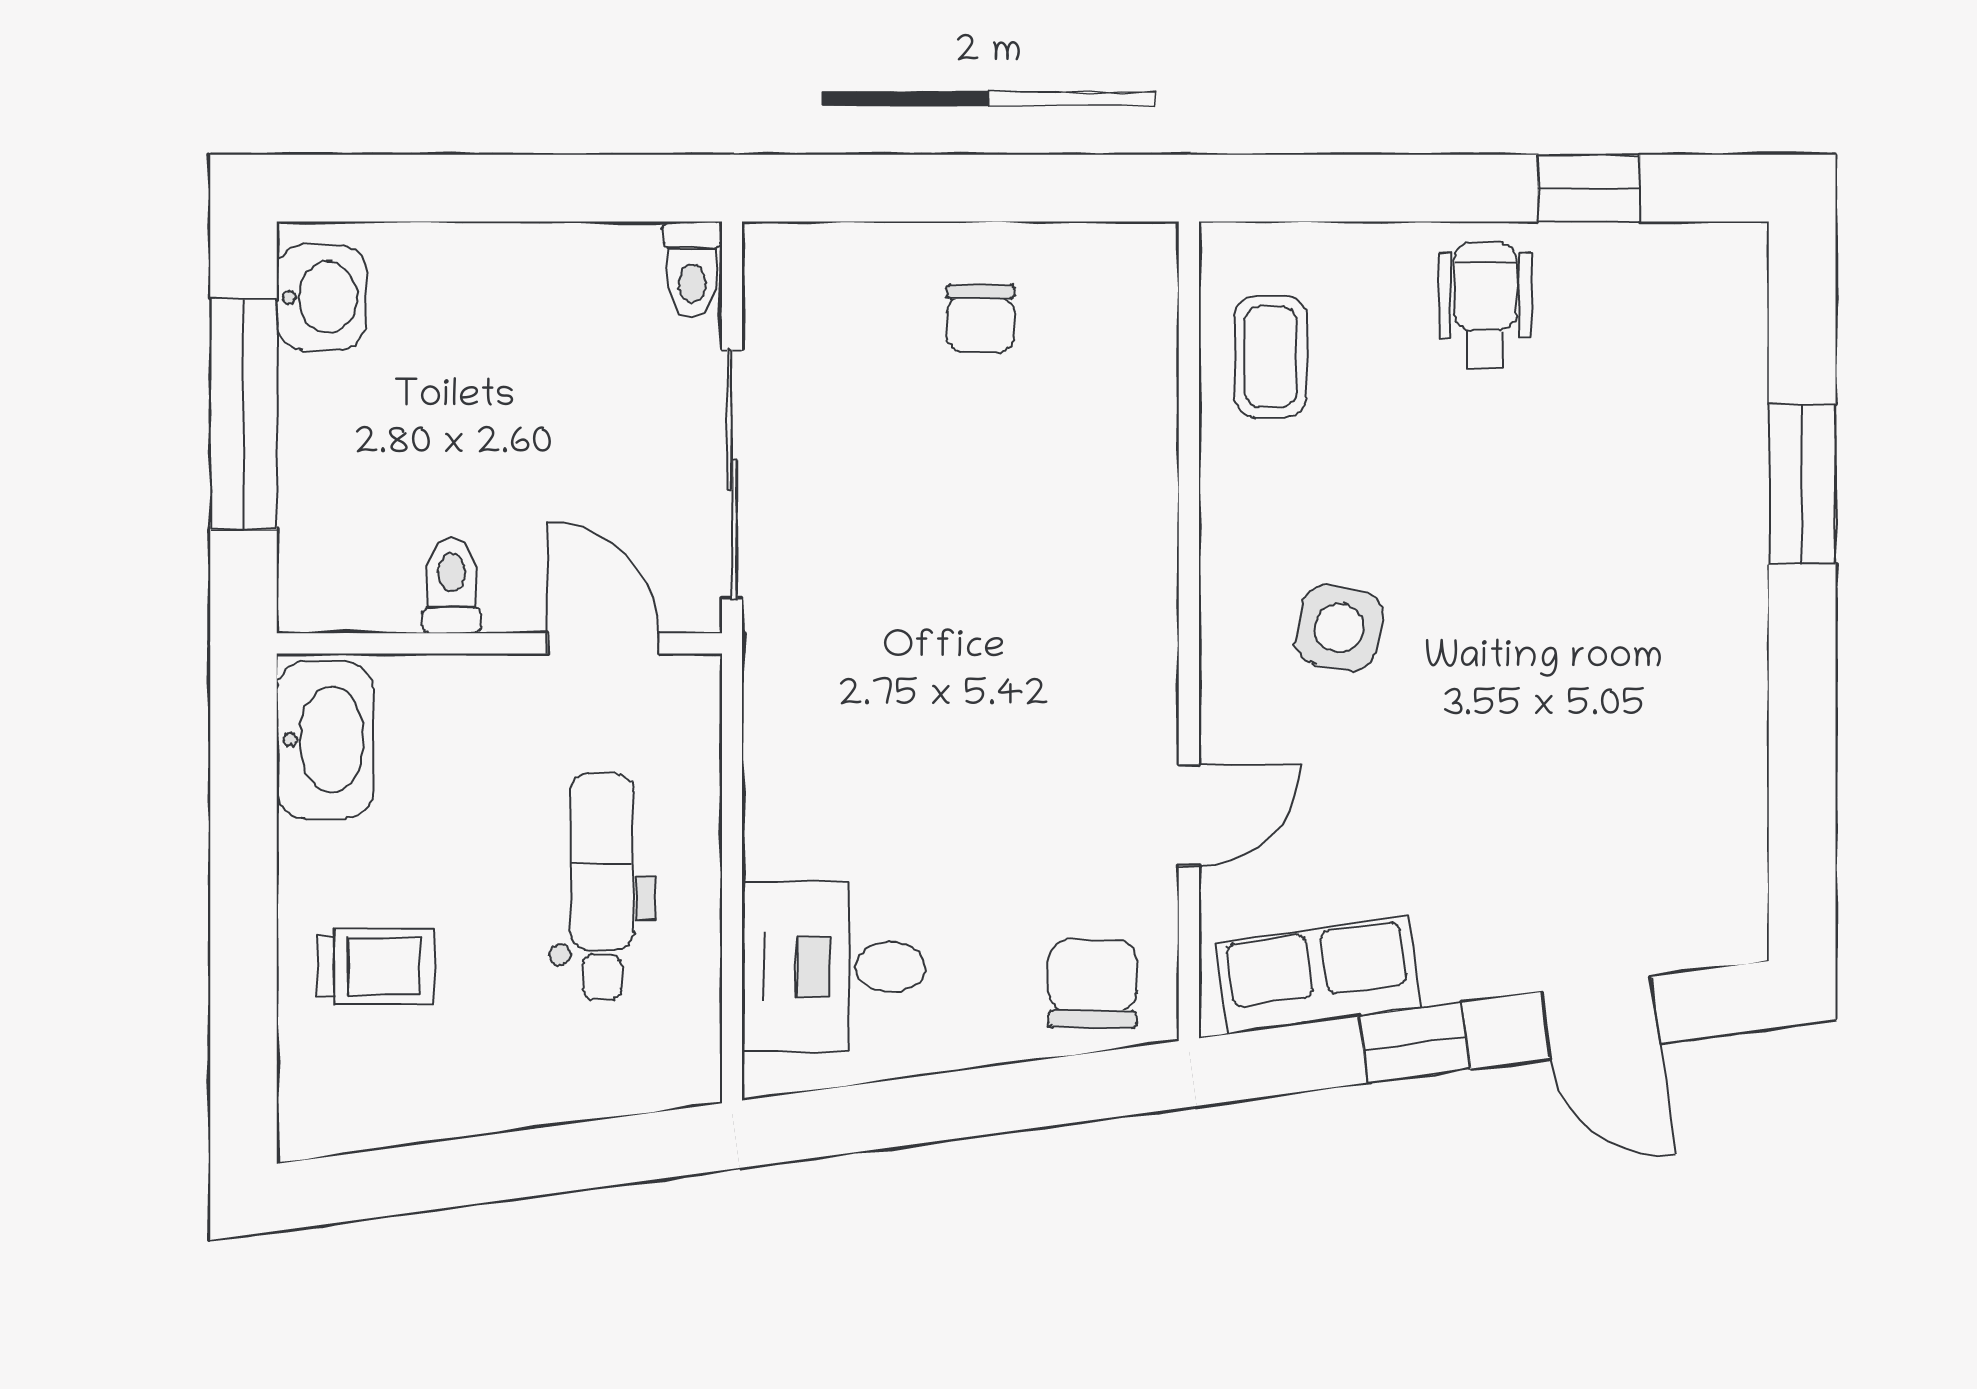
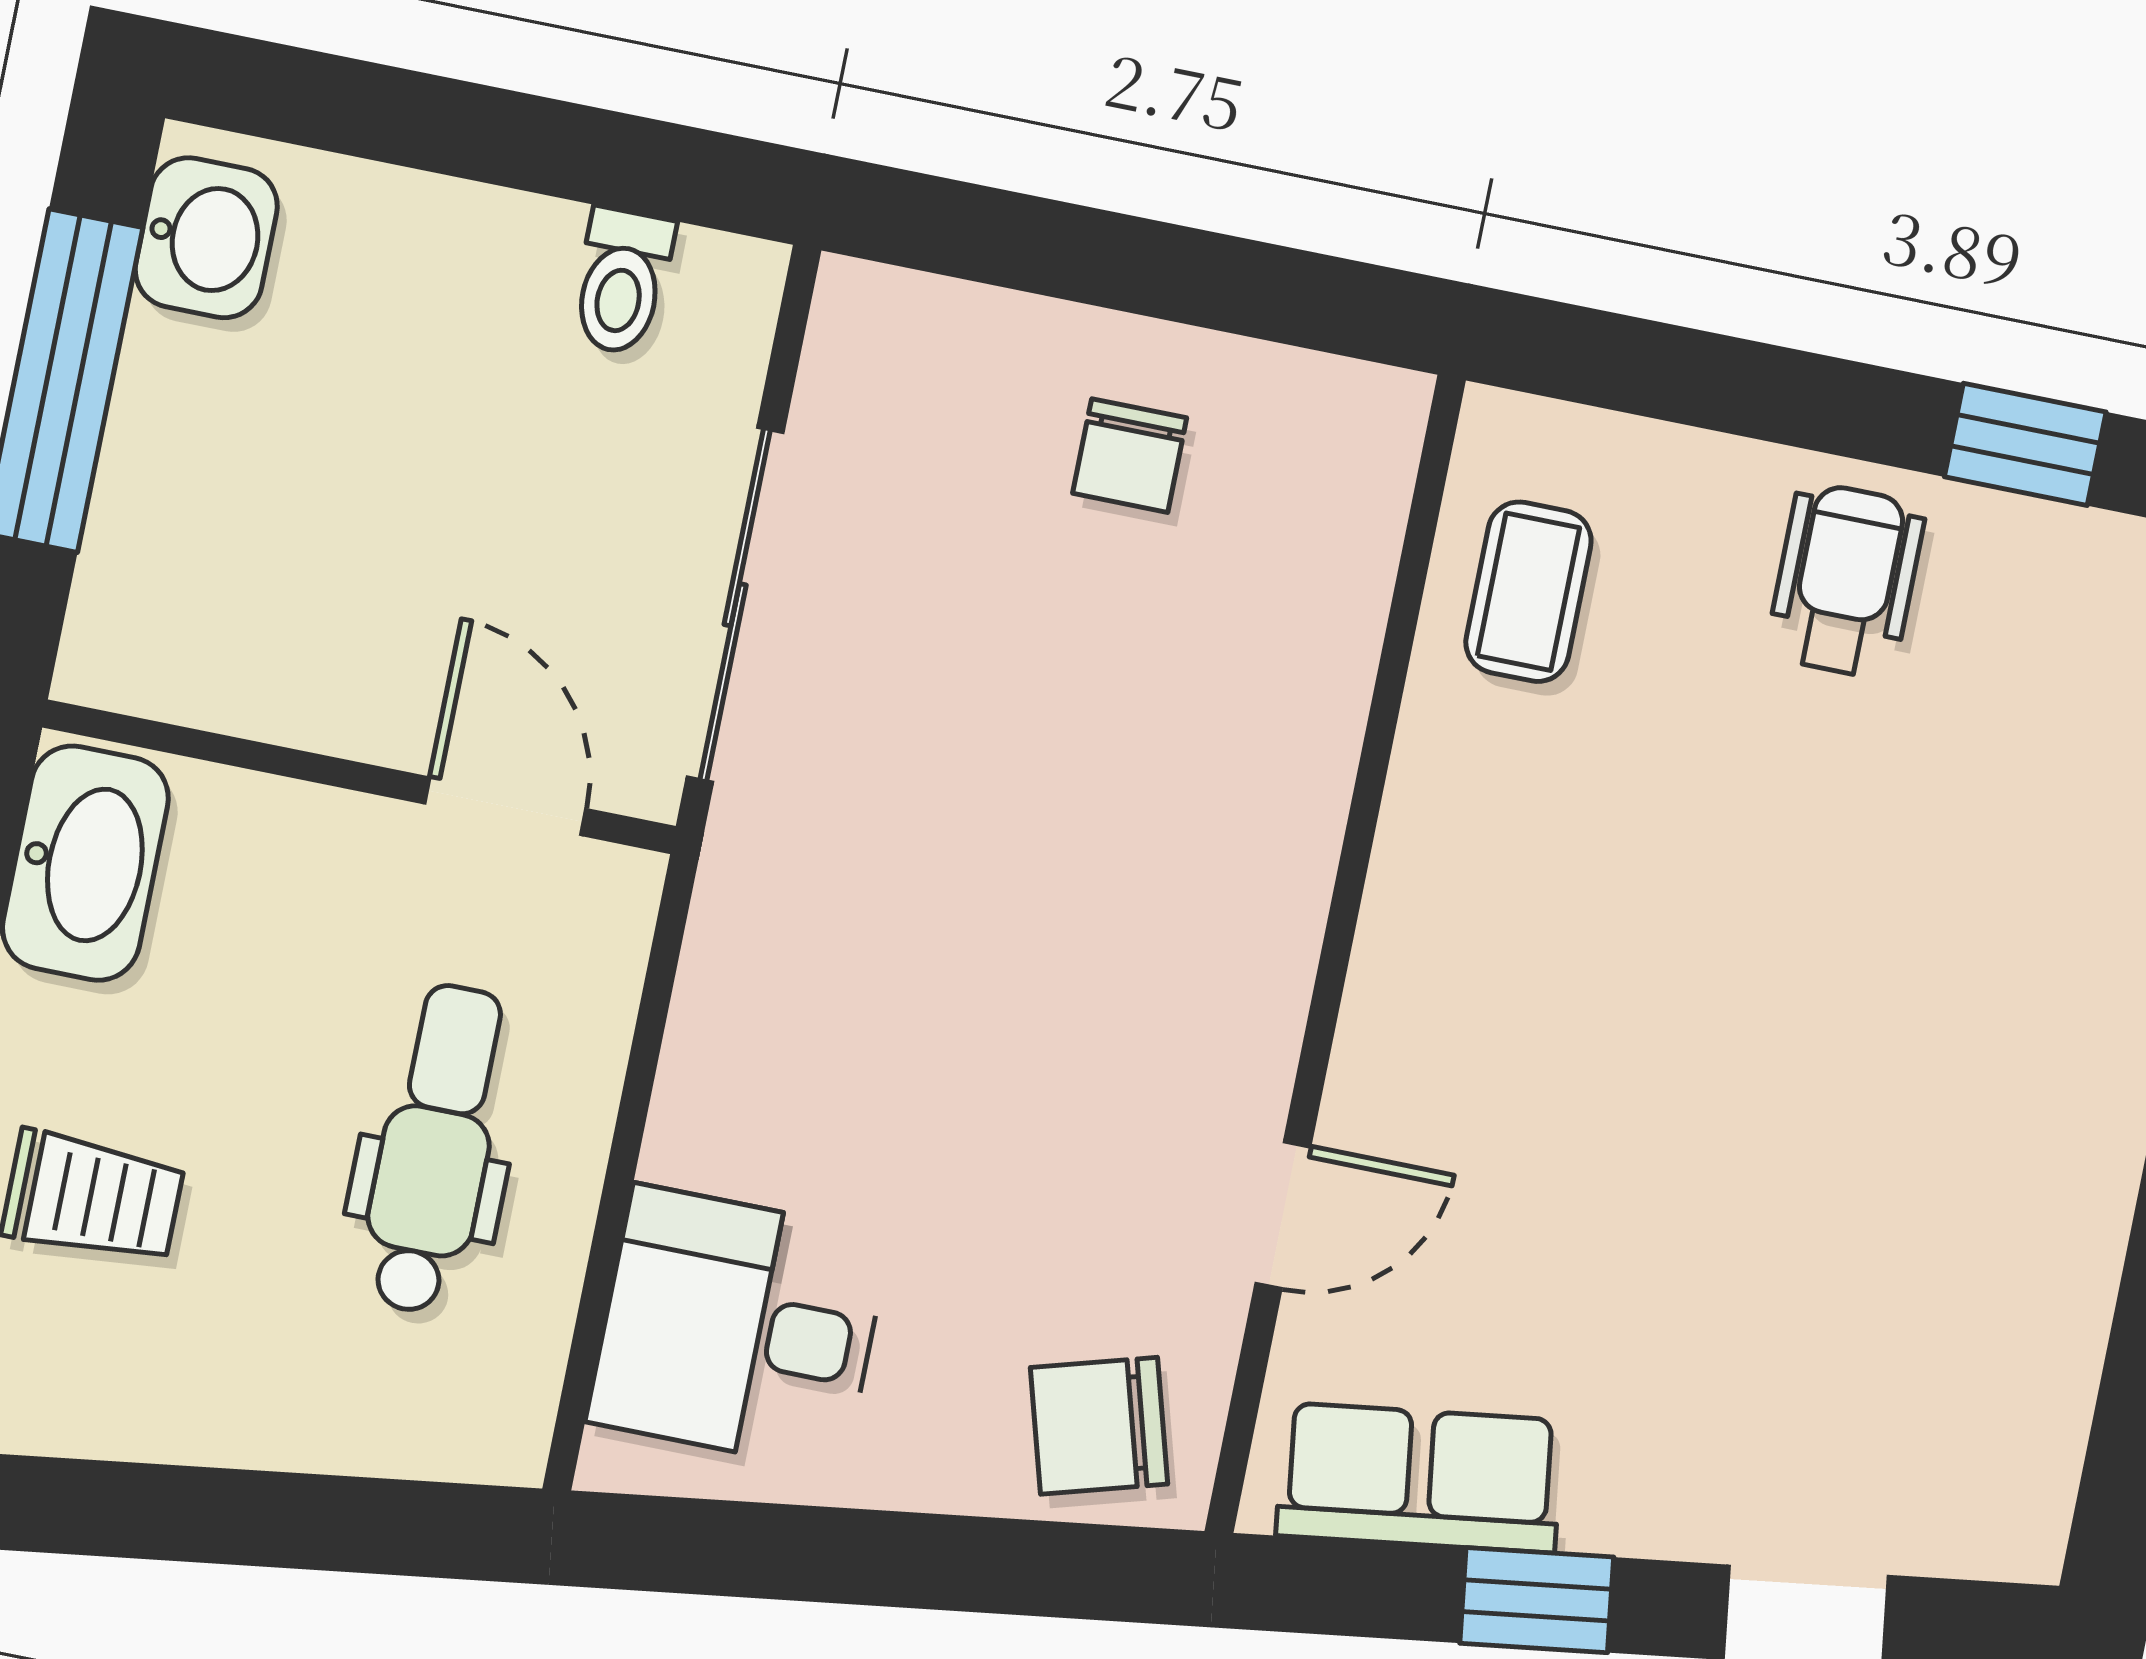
toilet: (692, 270) -> (622, 281), moved
toilet: (451, 586) -> (308, 682), removed
side table: (1339, 628) -> (1547, 994), removed
chair: (1093, 984) -> (1099, 1426), turned -106

